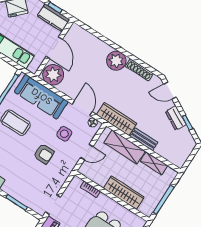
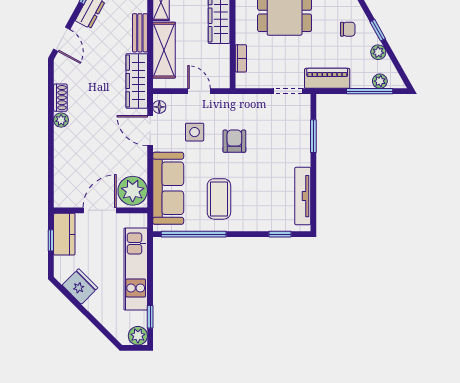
plant: (116, 61) -> (61, 120), width x0.53, depth x0.53
shoe rack: (139, 70) -> (60, 98), width x0.70
door: (82, 108) -> (150, 131), hinge flipped

